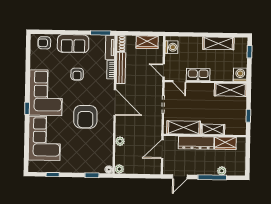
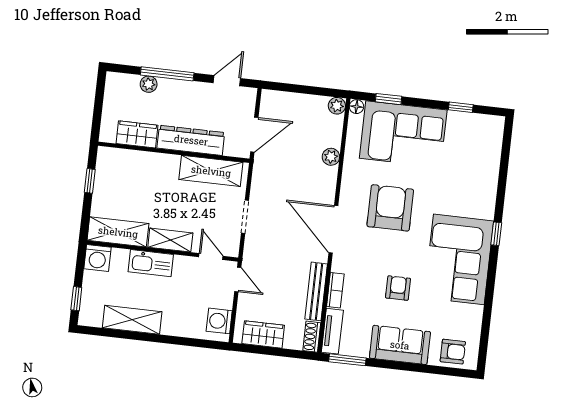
kitchen sink: (198, 75) -> (151, 263), moved
shelving: (213, 129) -> (170, 240), moved
corner sofa: (44, 138) -> (403, 134), moved, turned -90

